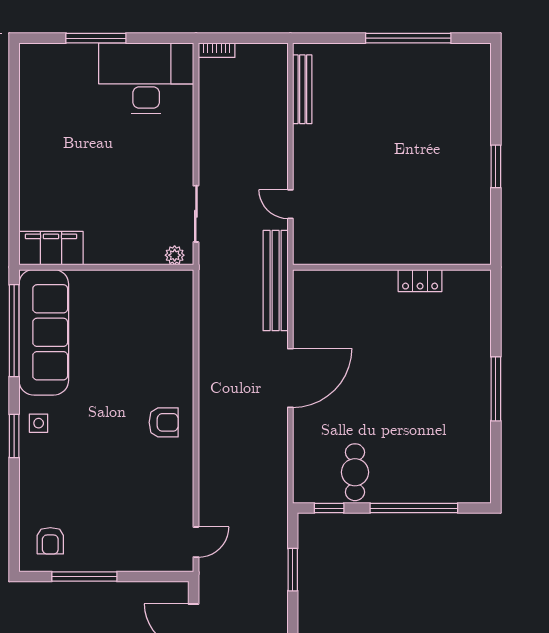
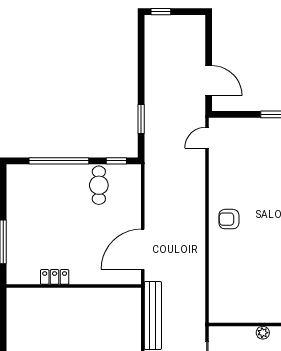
plant: (175, 255) -> (263, 333), moved
wall: (392, 267) -> (74, 286), moved
locker: (420, 281) -> (55, 277), moved

